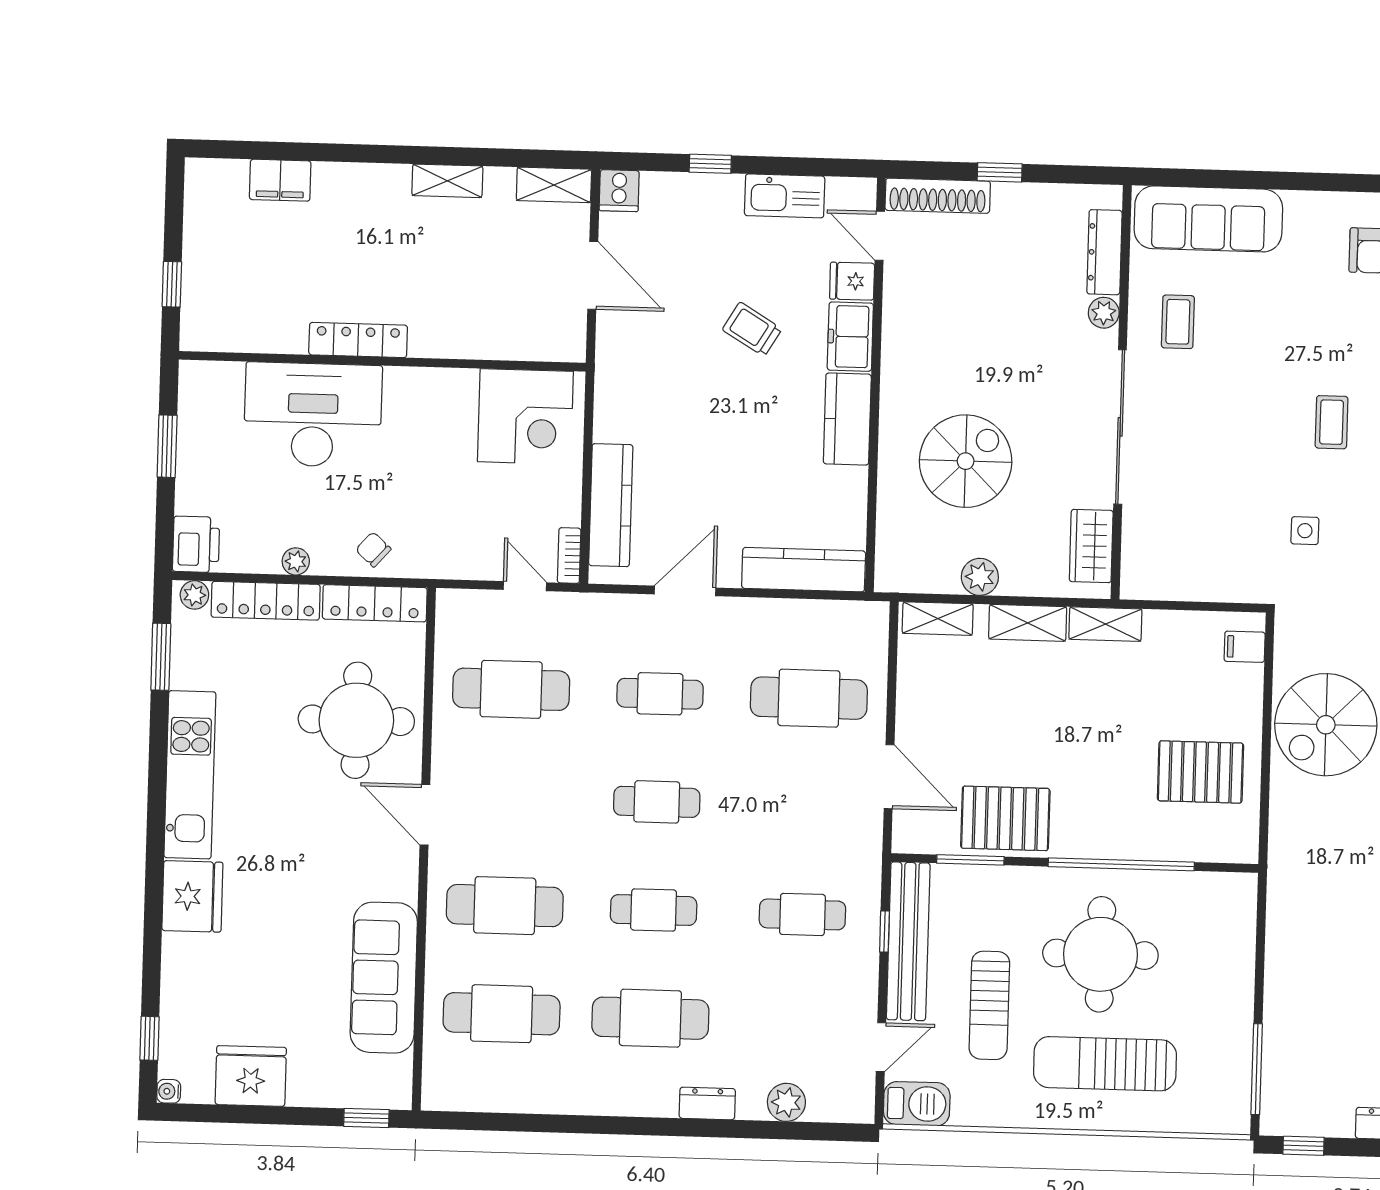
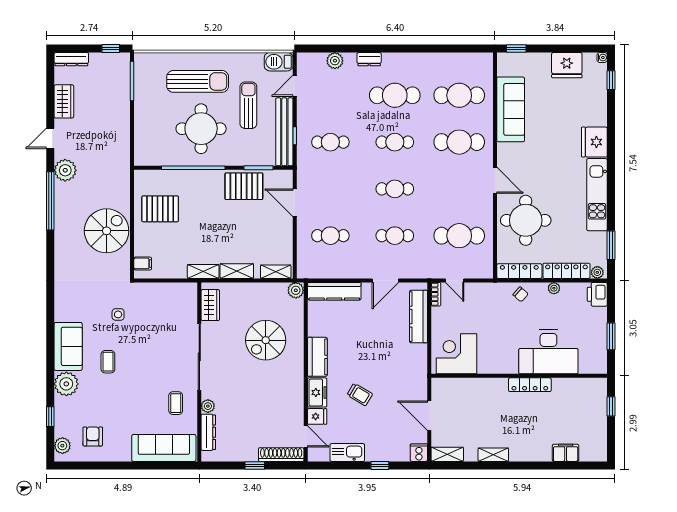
plant: (980, 577) -> (296, 290), moved
cafe table: (809, 698) -> (330, 236), width x0.73, depth x0.74

